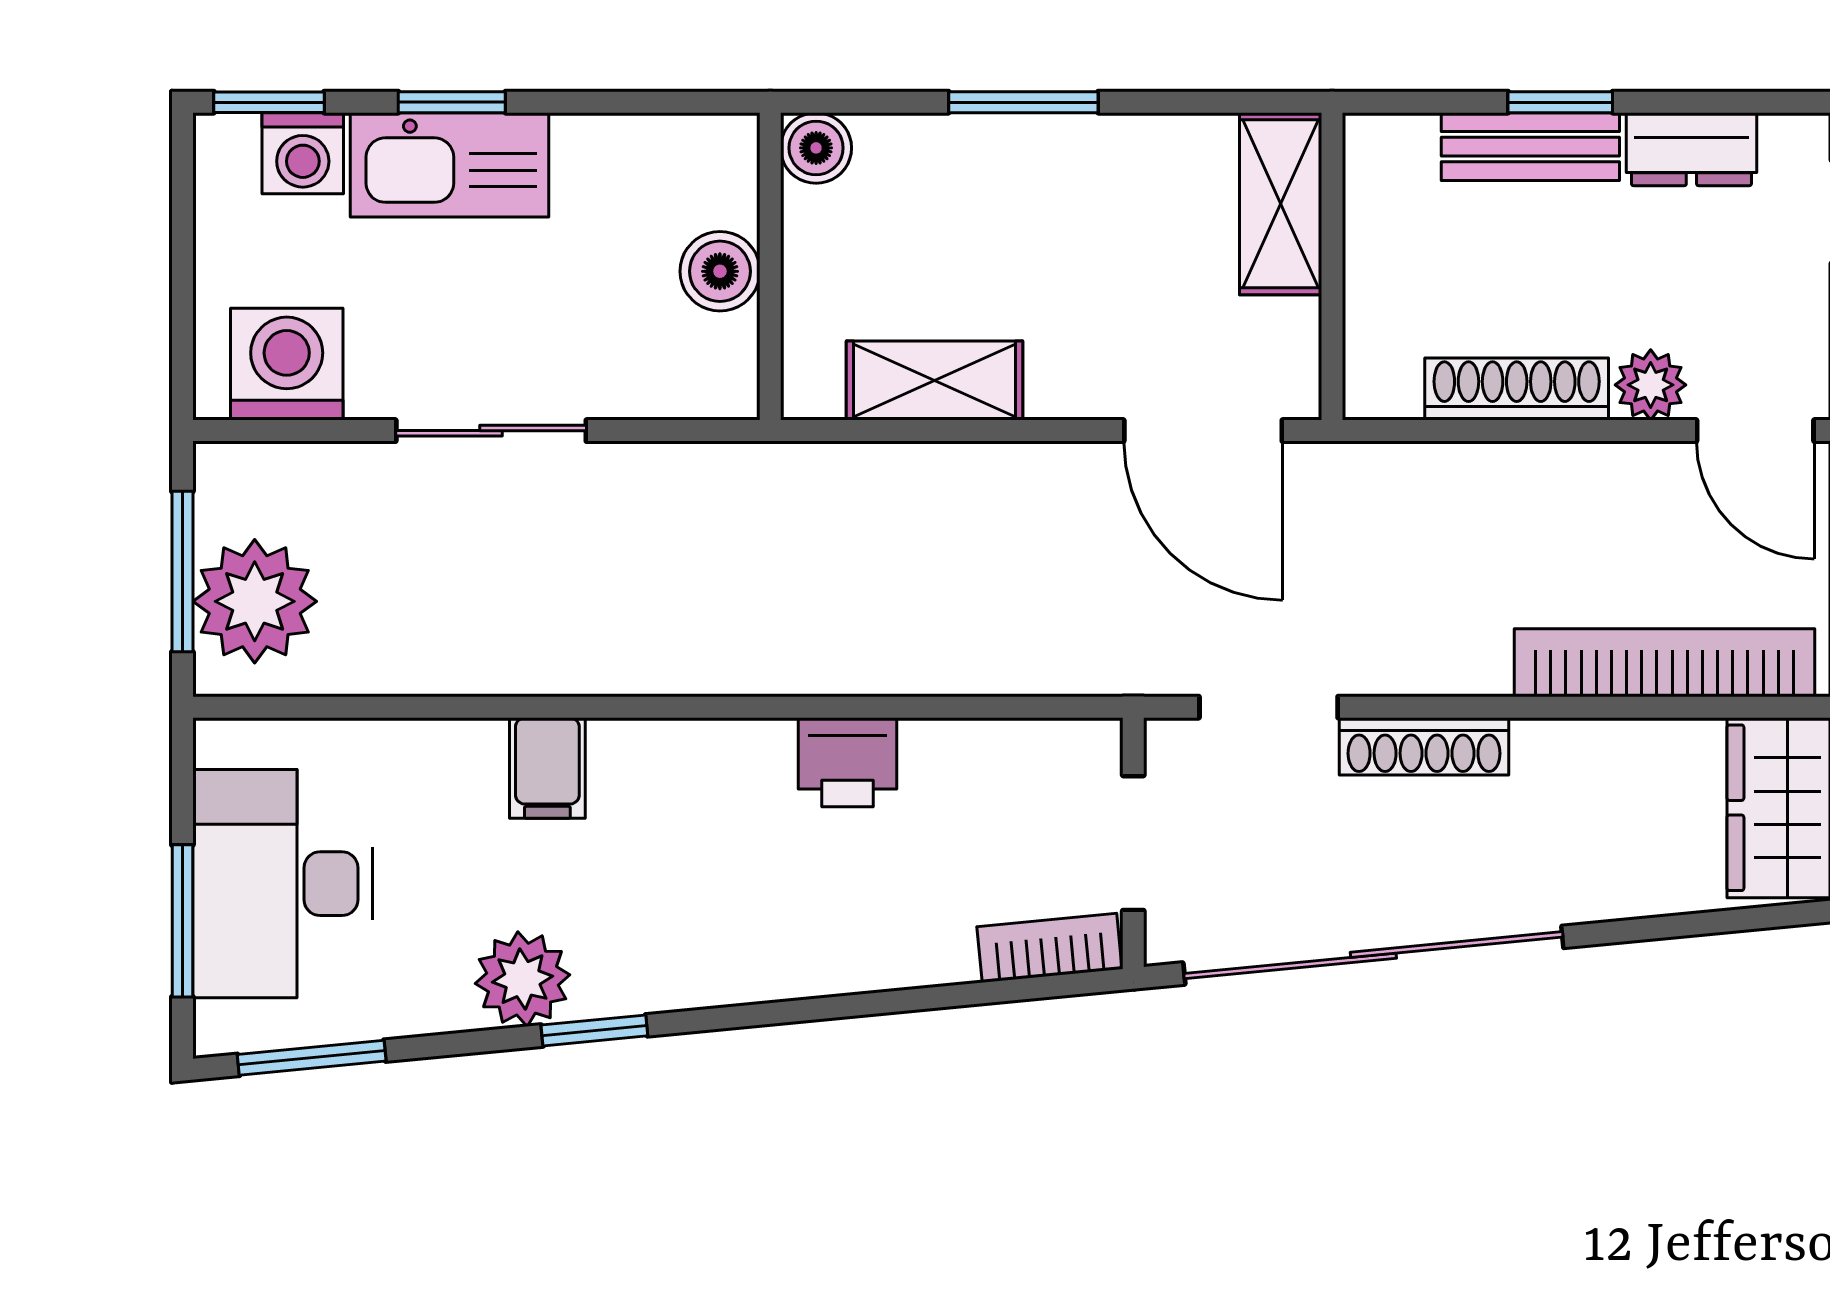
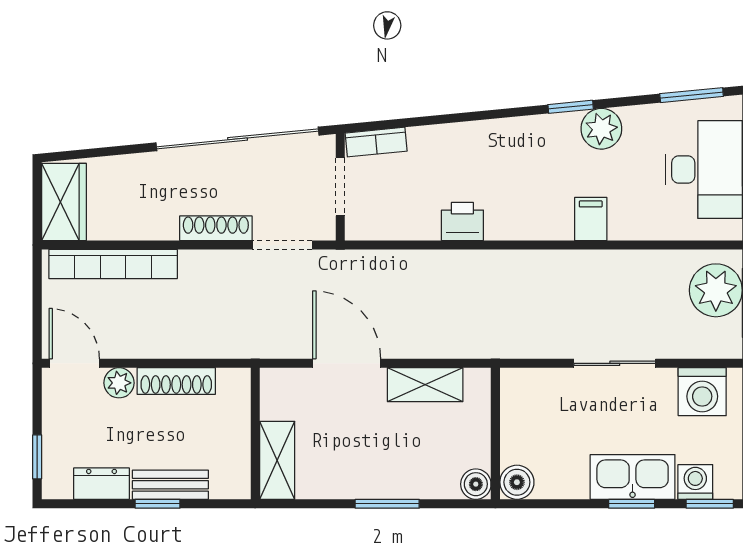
boiler: (720, 271) -> (517, 482), moved
door: (1203, 431) -> (347, 363), moved

